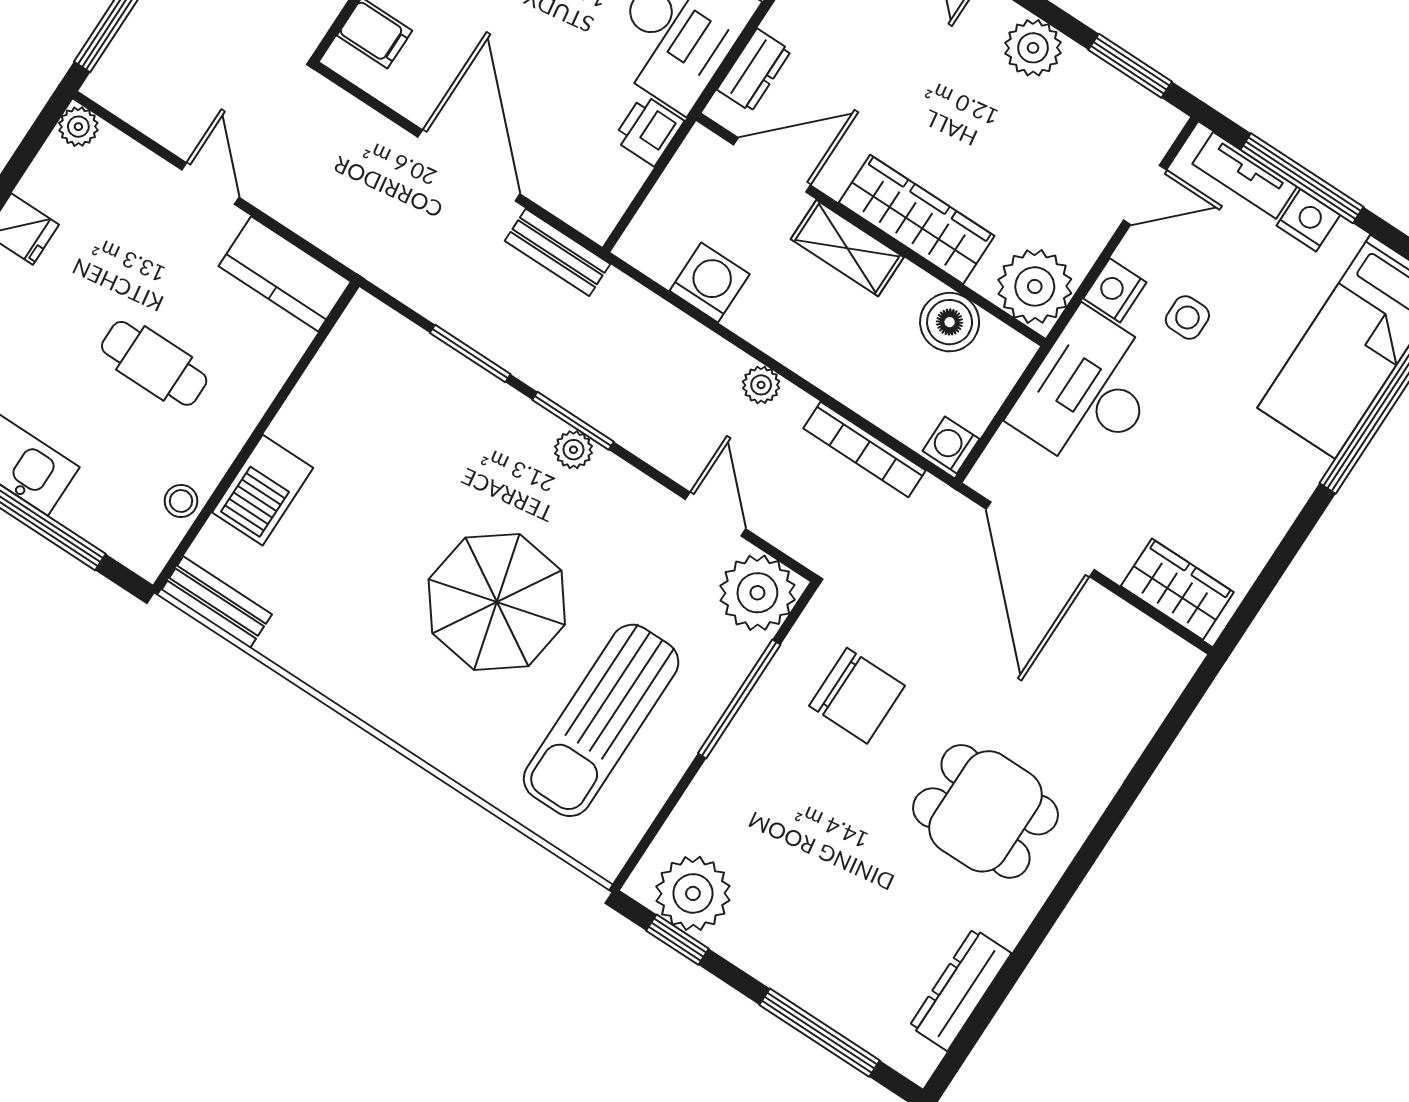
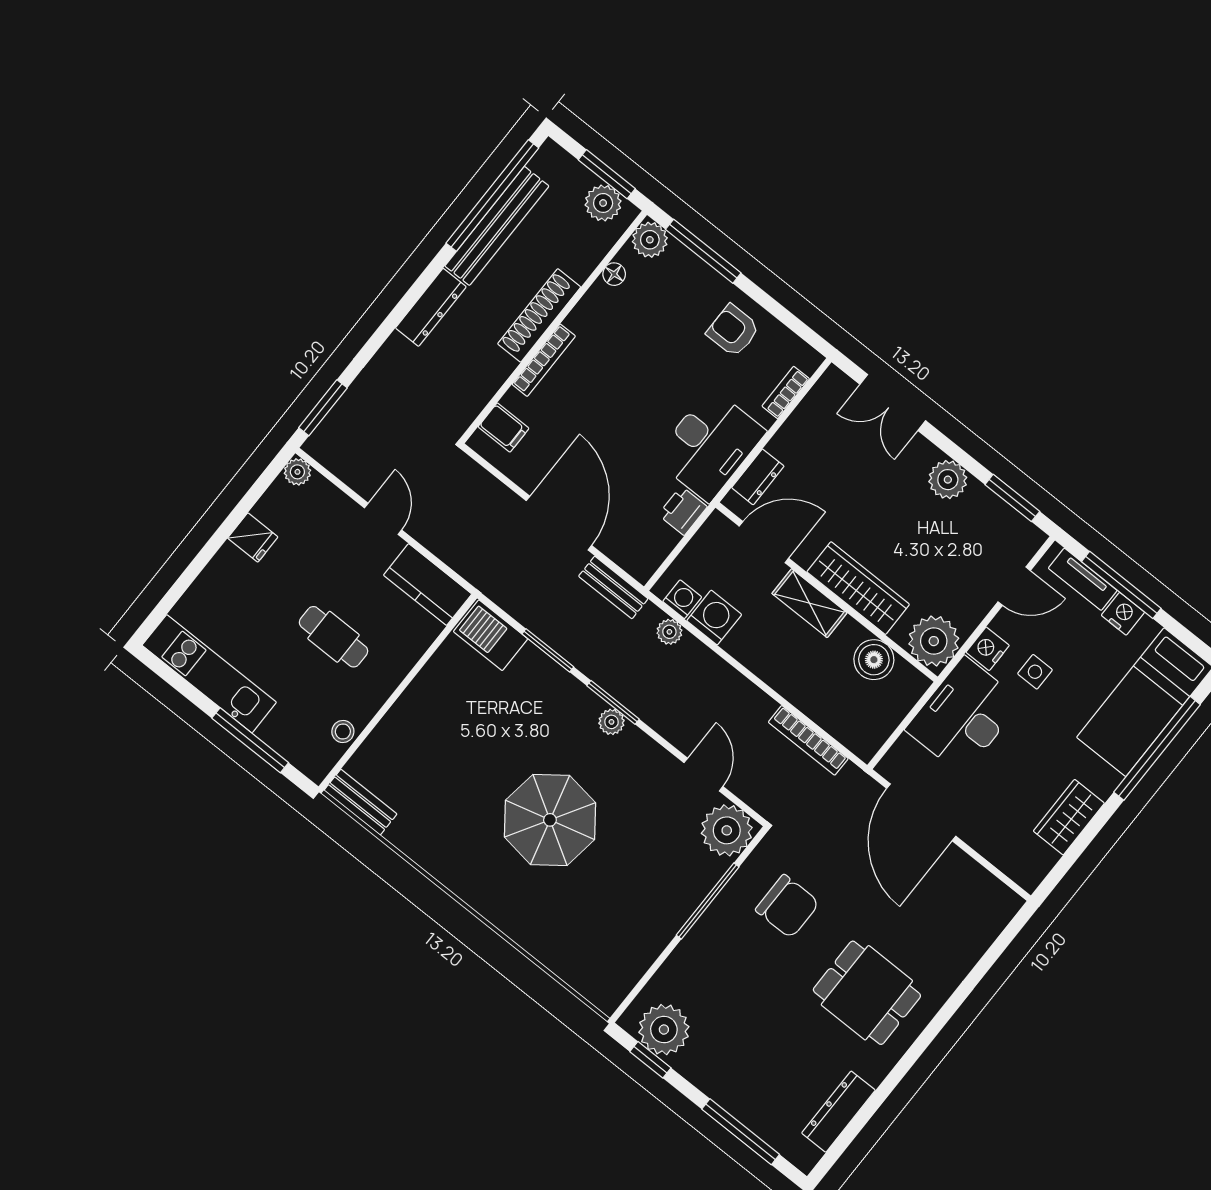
plant: (761, 385) -> (669, 632), moved
washing machine: (951, 445) -> (682, 599), moved, turned 90
barbecue: (263, 490) -> (491, 635), moved, turned 90
wardrobe: (1177, 589) -> (1069, 817), moved, turned -90
sun lounger: (601, 720) -> (613, 907), removed

